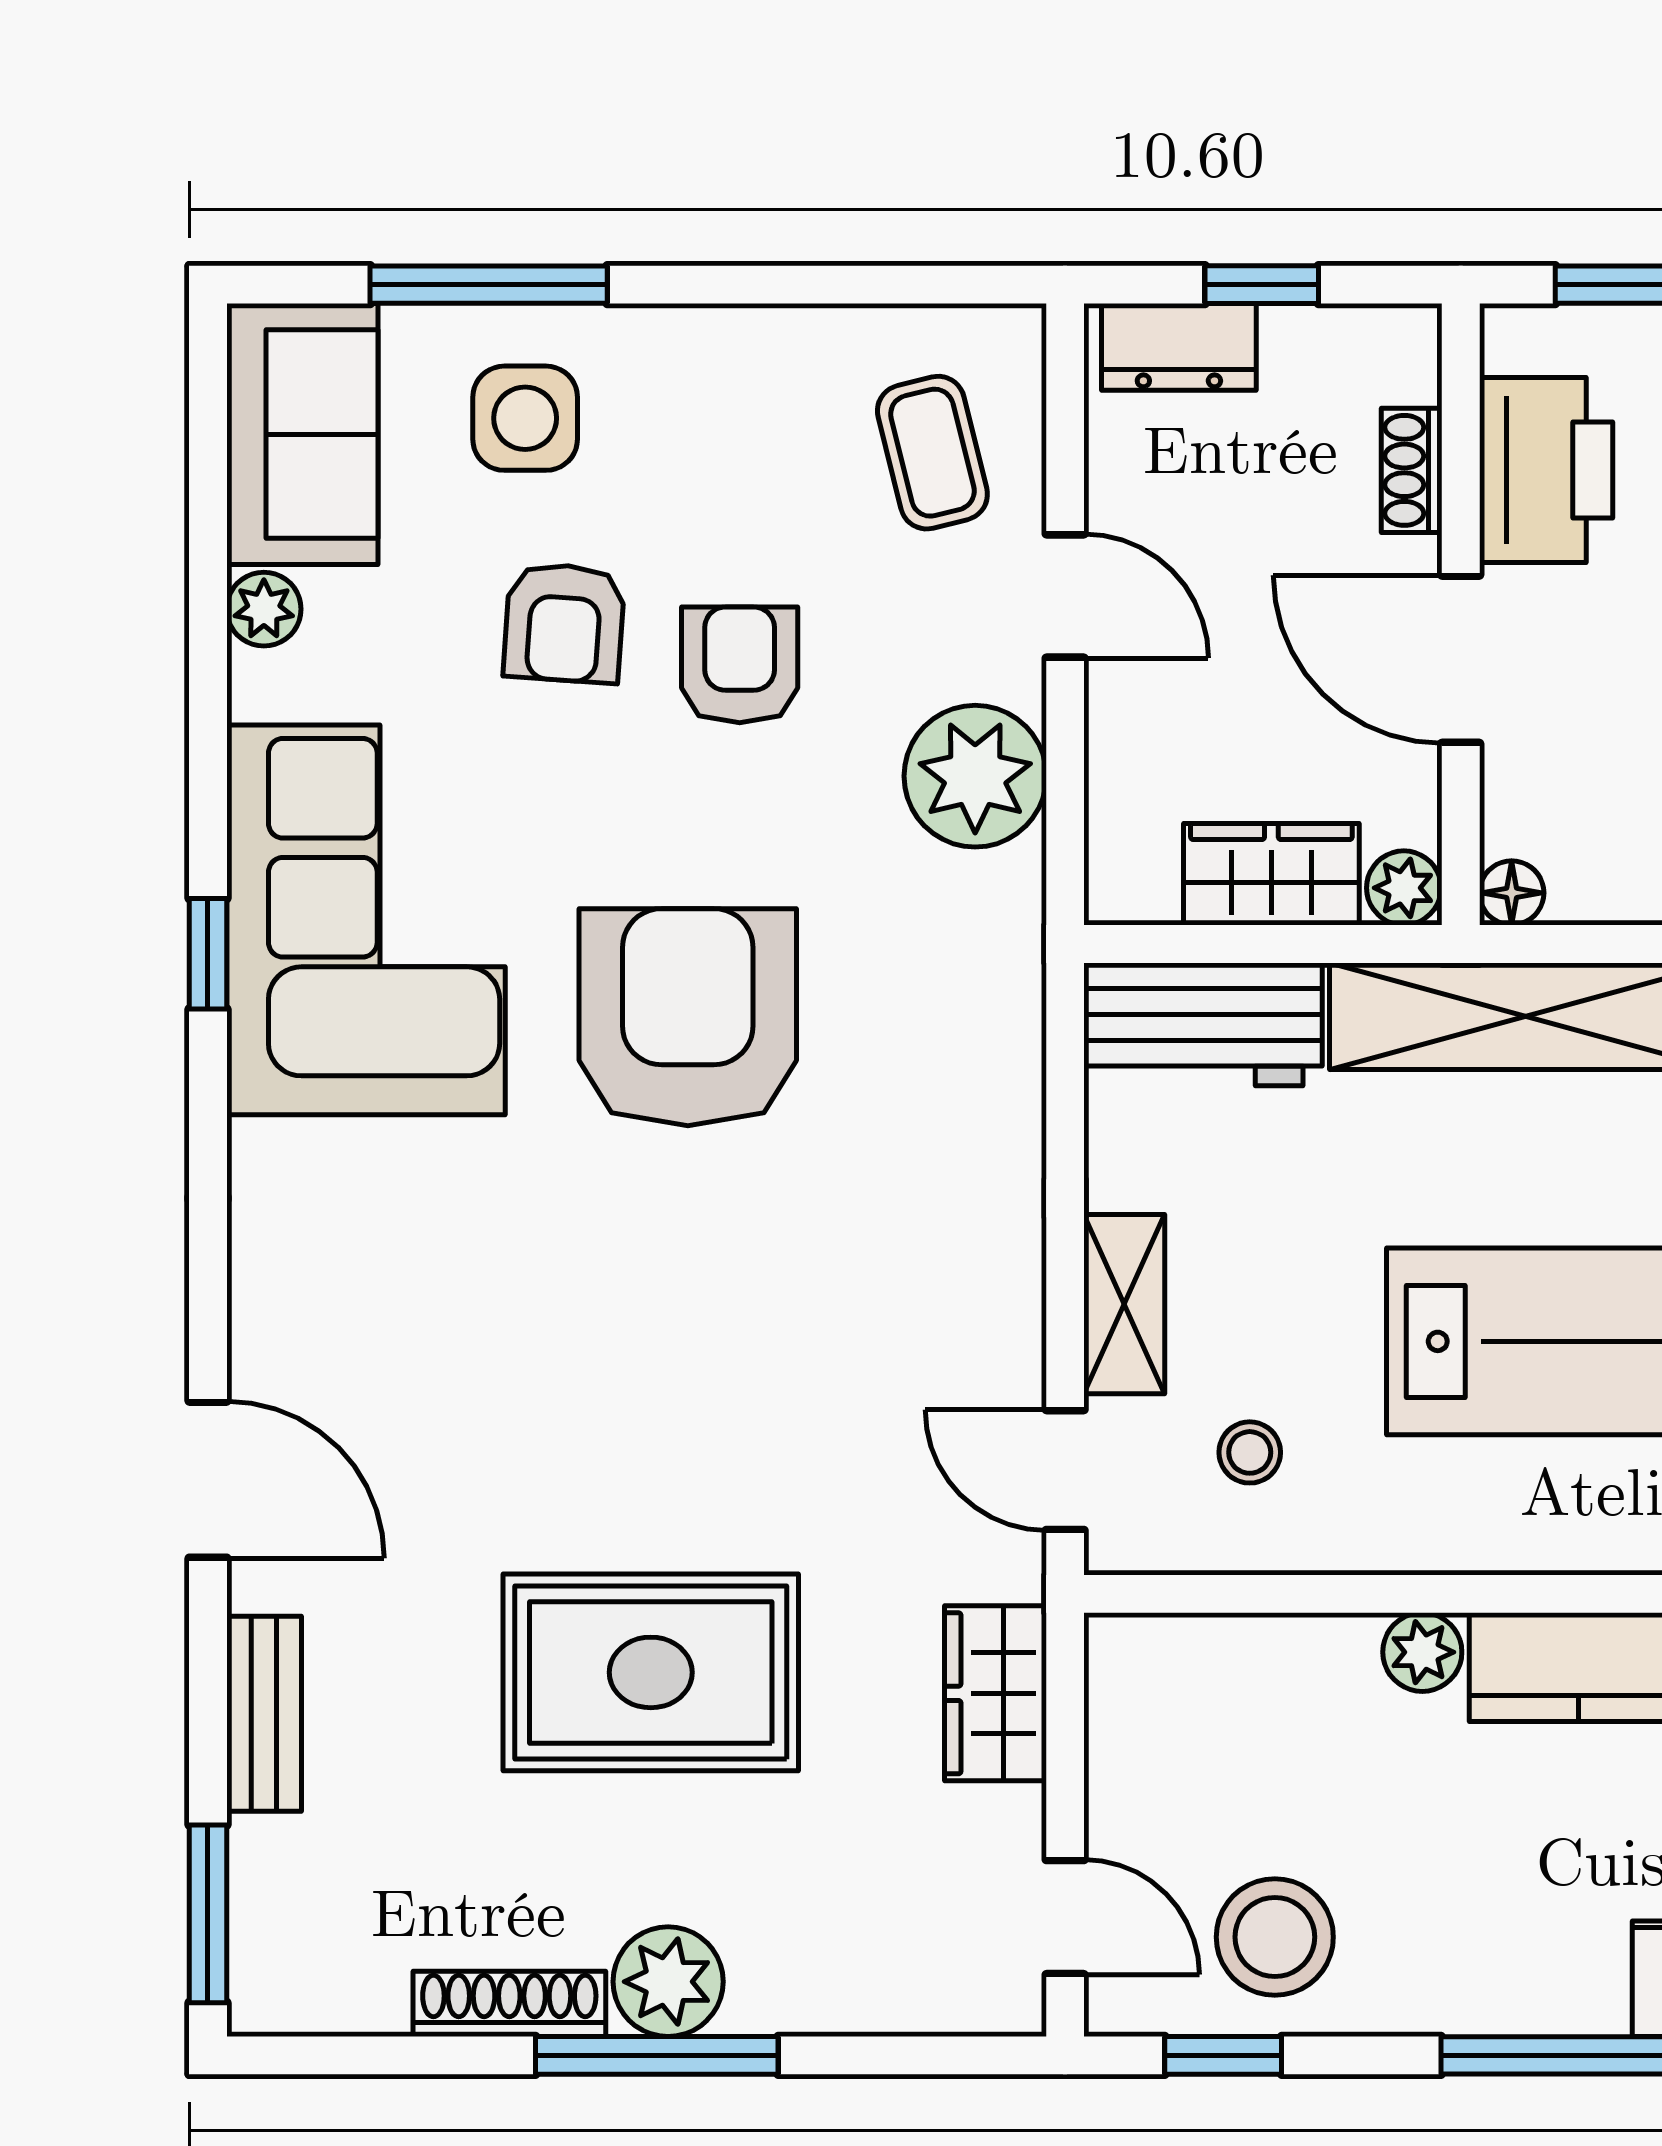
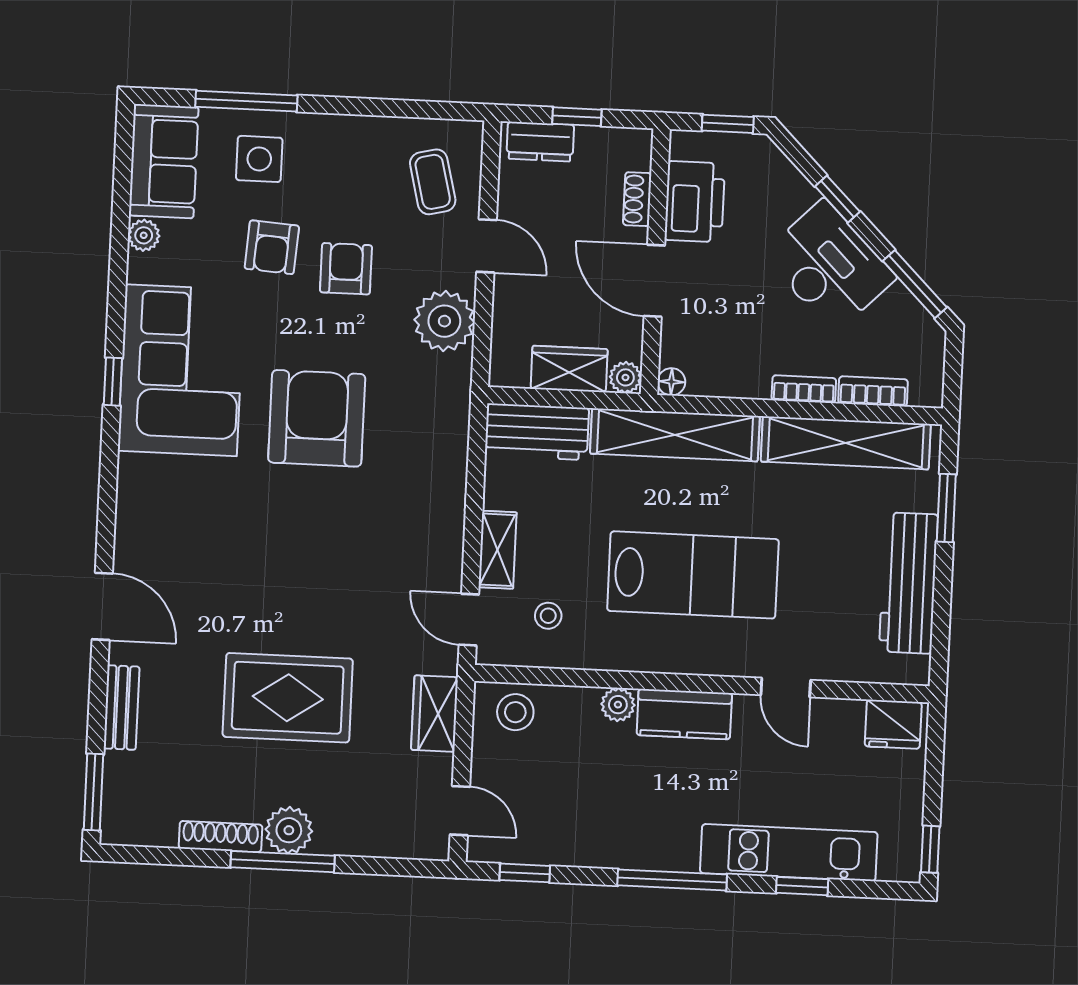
stool: (1275, 1937) -> (515, 712), moved, width x0.73, depth x0.73

